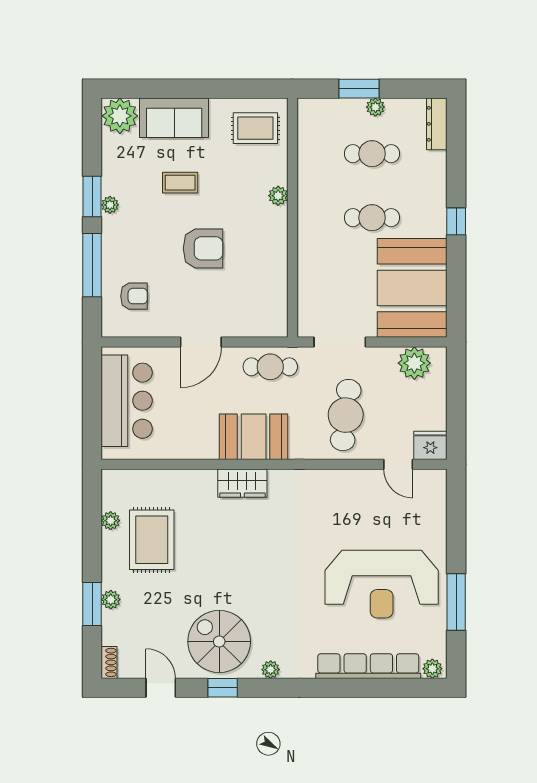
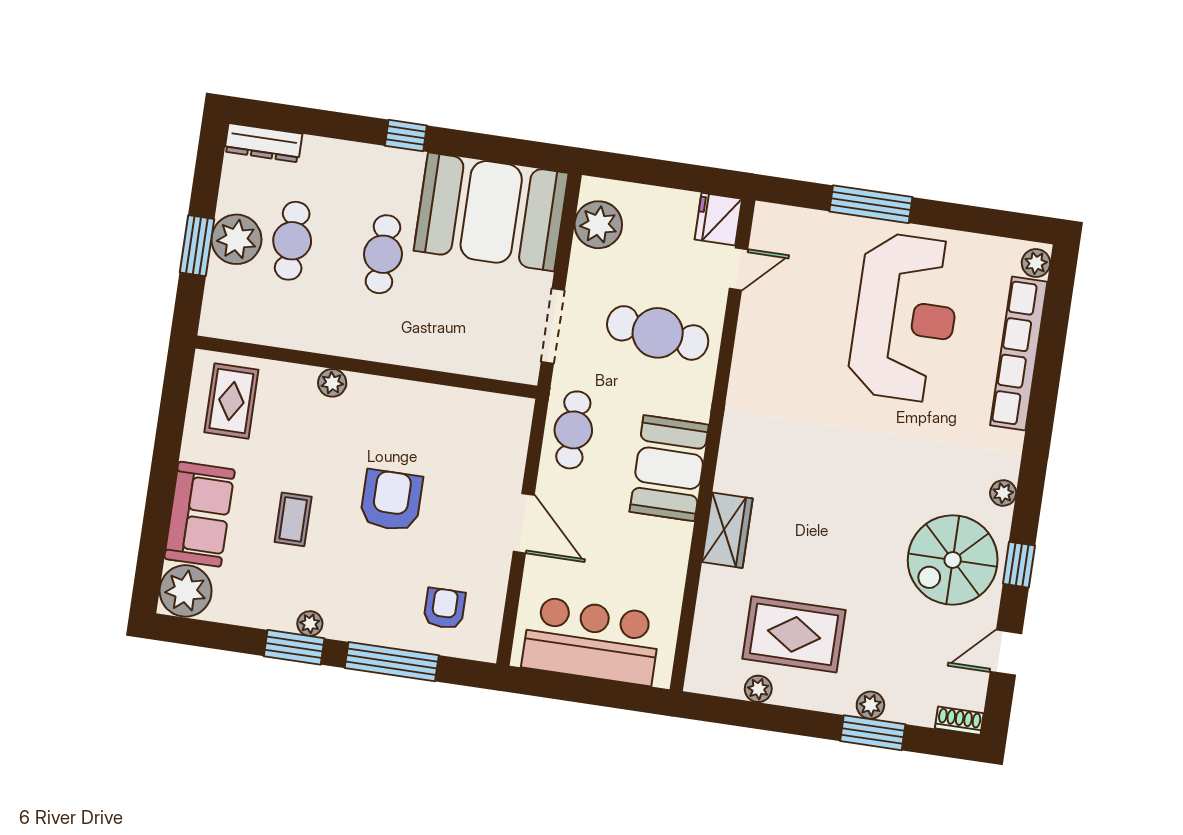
plant: (375, 107) -> (236, 239), width x1.88, depth x1.88
wardrobe: (242, 483) -> (727, 530), moved
window: (456, 602) -> (871, 204), moved

